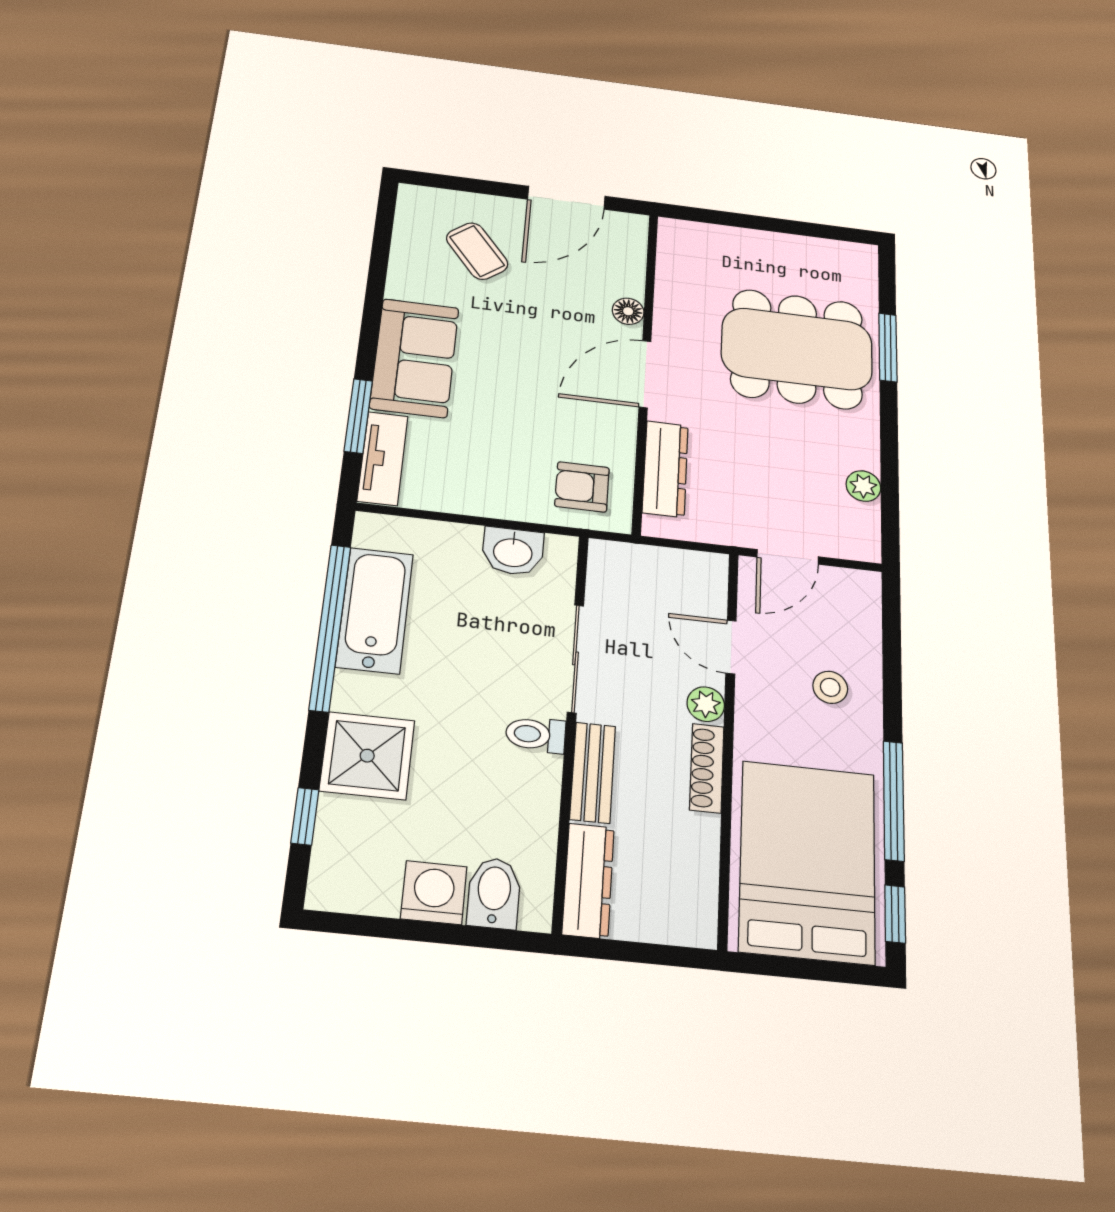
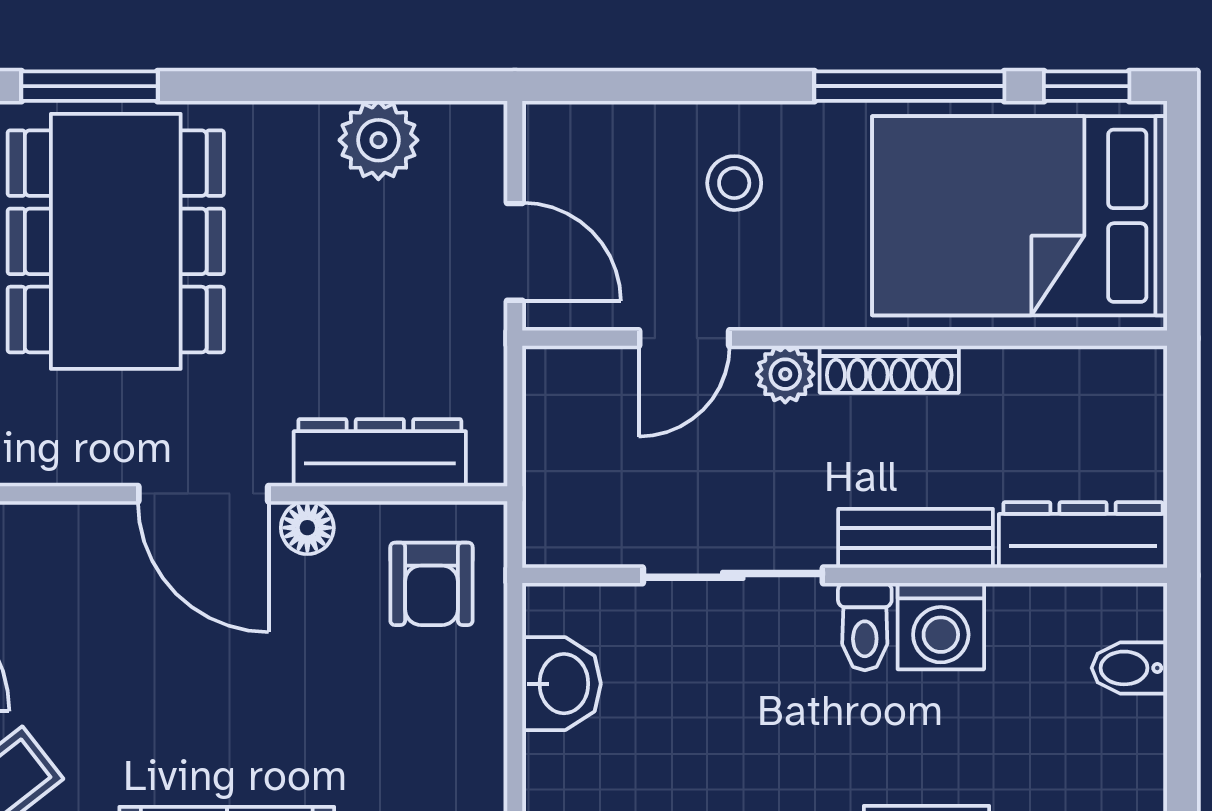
floor lamp: (628, 311) -> (307, 528), moved
plant: (863, 486) -> (378, 140), width x1.38, depth x1.38
washing machine: (434, 893) -> (941, 626), moved, turned -90
bidet: (494, 893) -> (1129, 668), width x0.72, depth x0.74

